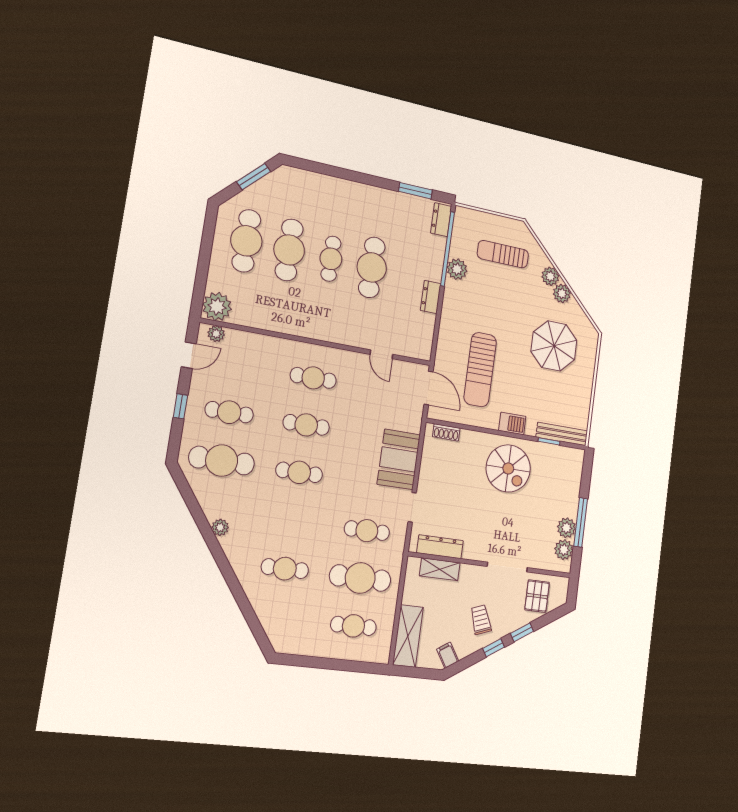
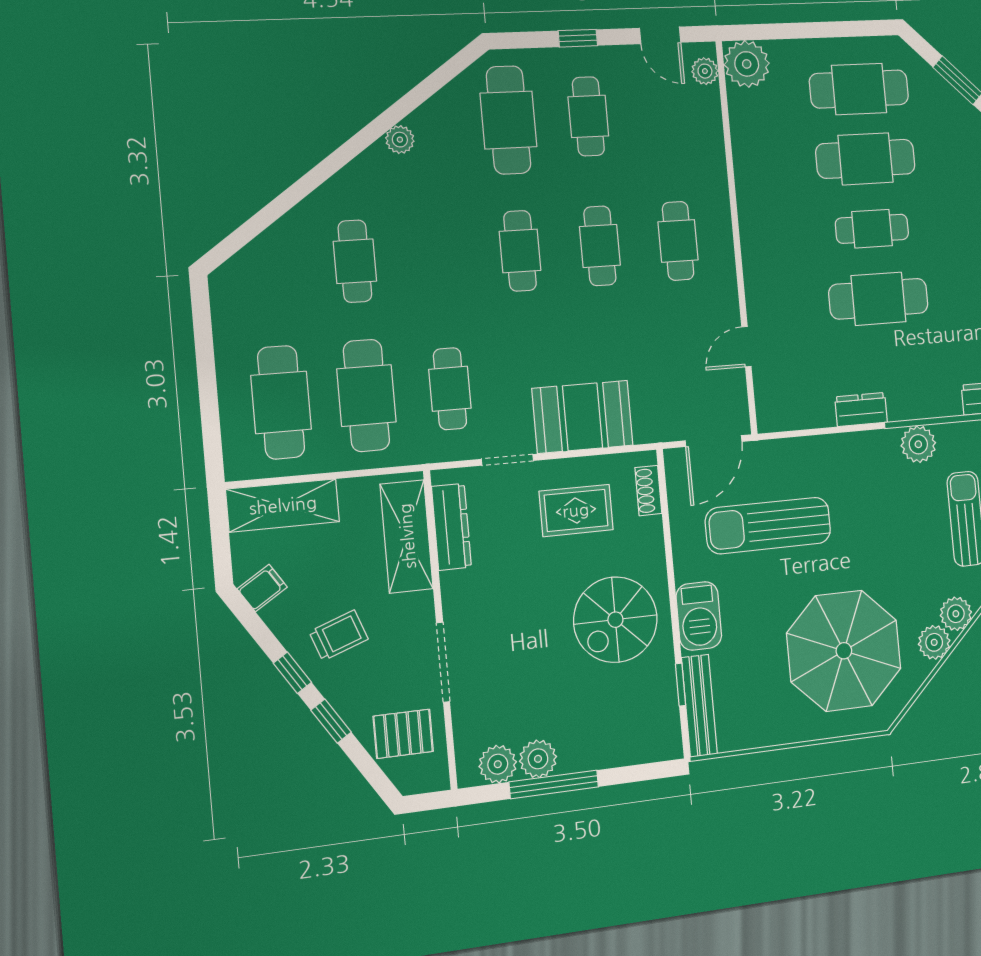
parasol: (554, 346) -> (844, 651), width x1.36, depth x1.36
barbecue: (512, 424) -> (699, 616), width x1.38, depth x1.27
rug: (447, 476) -> (576, 510), added
shelving: (440, 569) -> (407, 536), width x1.50, depth x1.33
cafe table: (353, 626) -> (281, 402), width x1.37, depth x1.35

